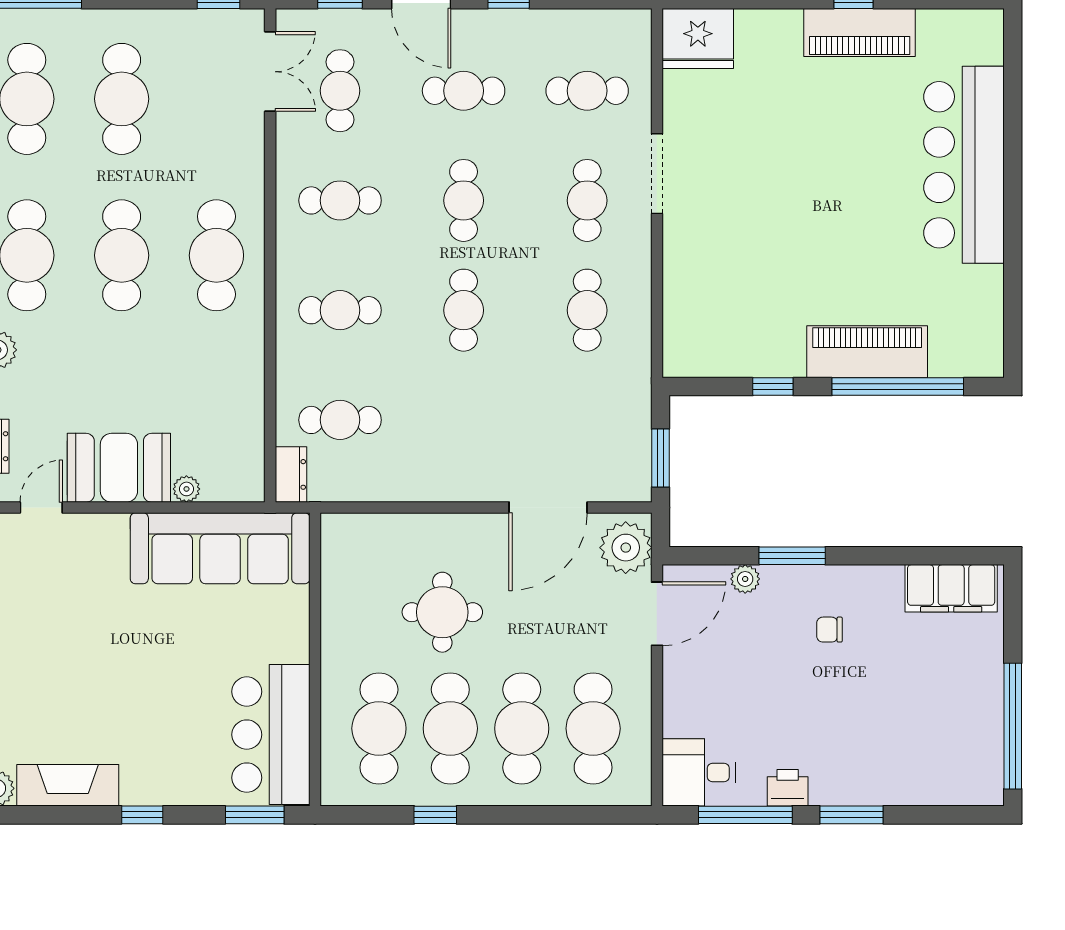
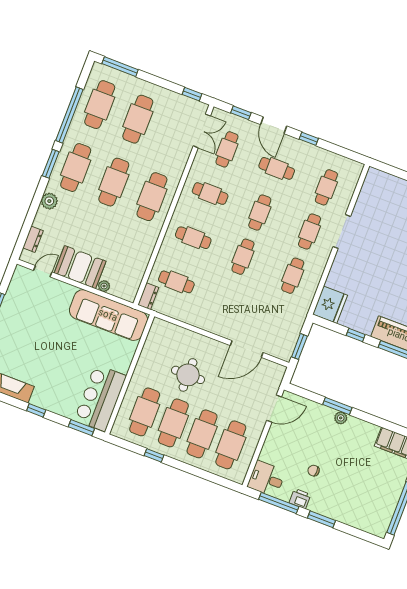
fridge: (698, 39) -> (330, 305), moved, turned -90
cafe table: (587, 91) -> (326, 187), turned 90
plant: (626, 548) -> (272, 377), removed
plant: (745, 579) -> (341, 418), moved
chair: (830, 630) -> (314, 471), moved

